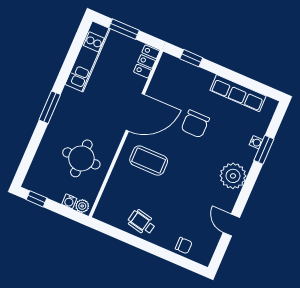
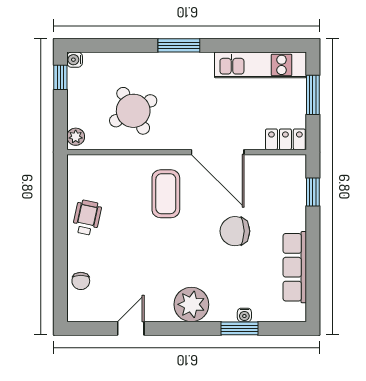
round table: (81, 158) -> (133, 111), turned -30
water cooler: (69, 201) -> (75, 60), moved

